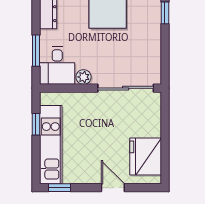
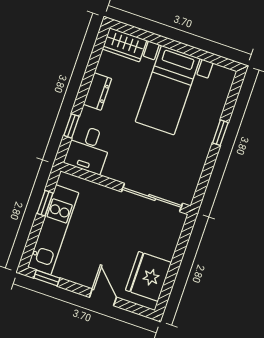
window: (36, 51) -> (71, 126), width x0.67
plant: (84, 77) -> (112, 171), removed

